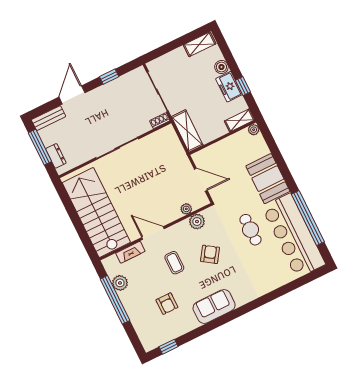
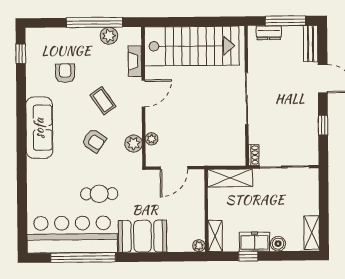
coffee table: (174, 263) -> (103, 101), turned 55
armchair: (167, 304) -> (65, 73), turned 90
sofa: (214, 307) -> (39, 128), width x1.36

